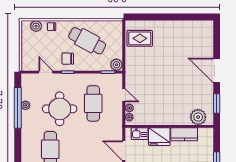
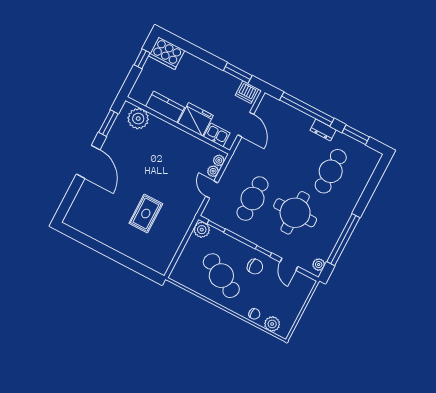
rug: (140, 38) -> (146, 214), moved, turned 90
plant: (26, 105) -> (319, 265), moved

